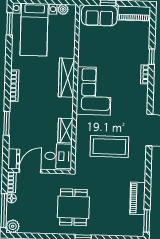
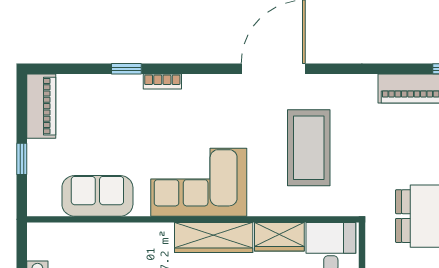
plant: (63, 9) -> (37, 248), removed
sofa: (99, 15) -> (97, 196), moved, turned -90
wardrobe: (67, 78) -> (214, 238), moved

